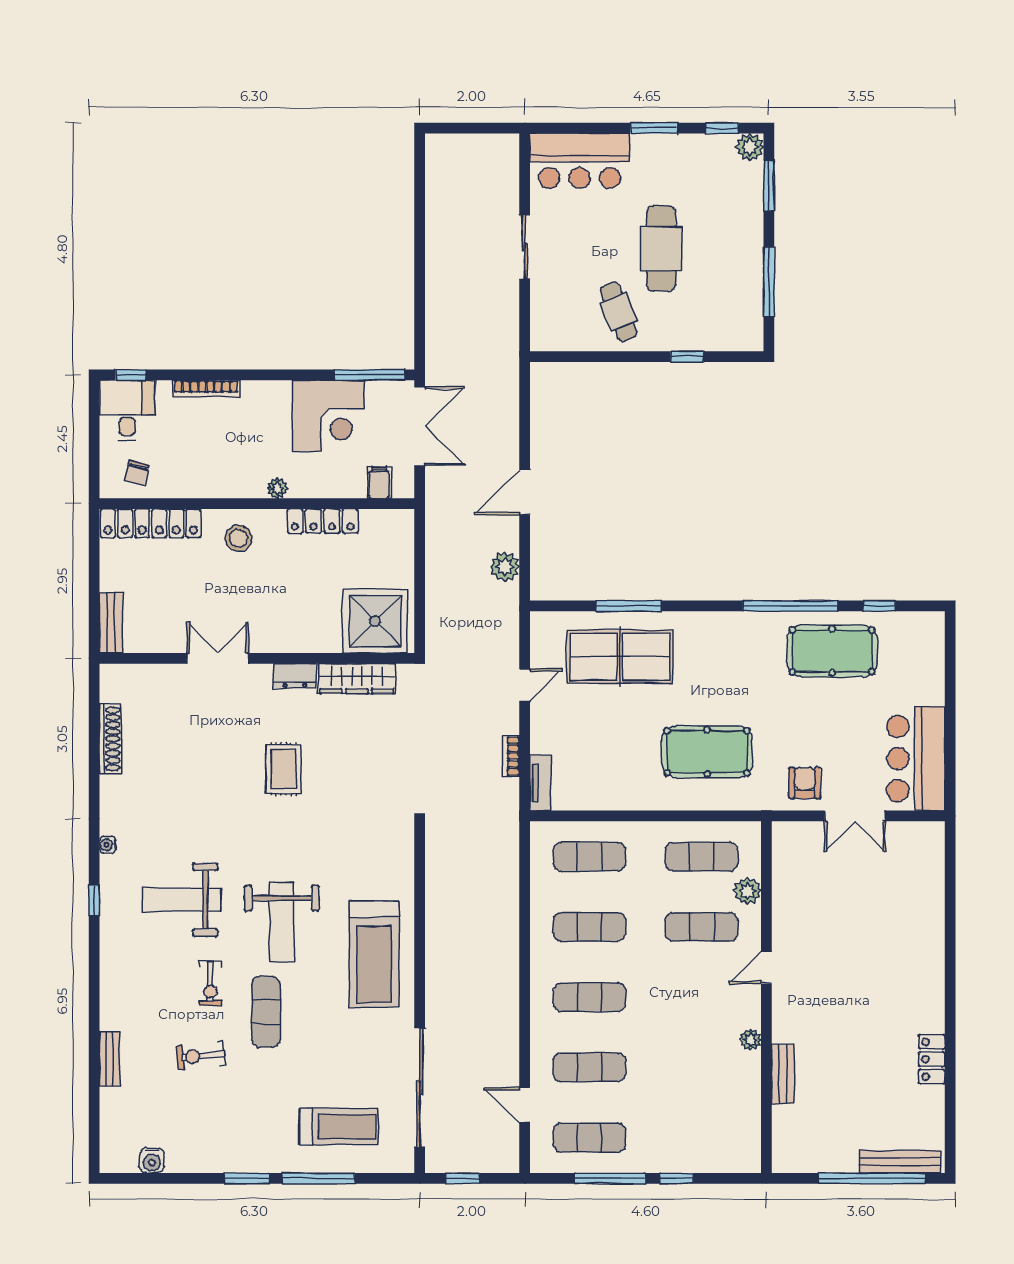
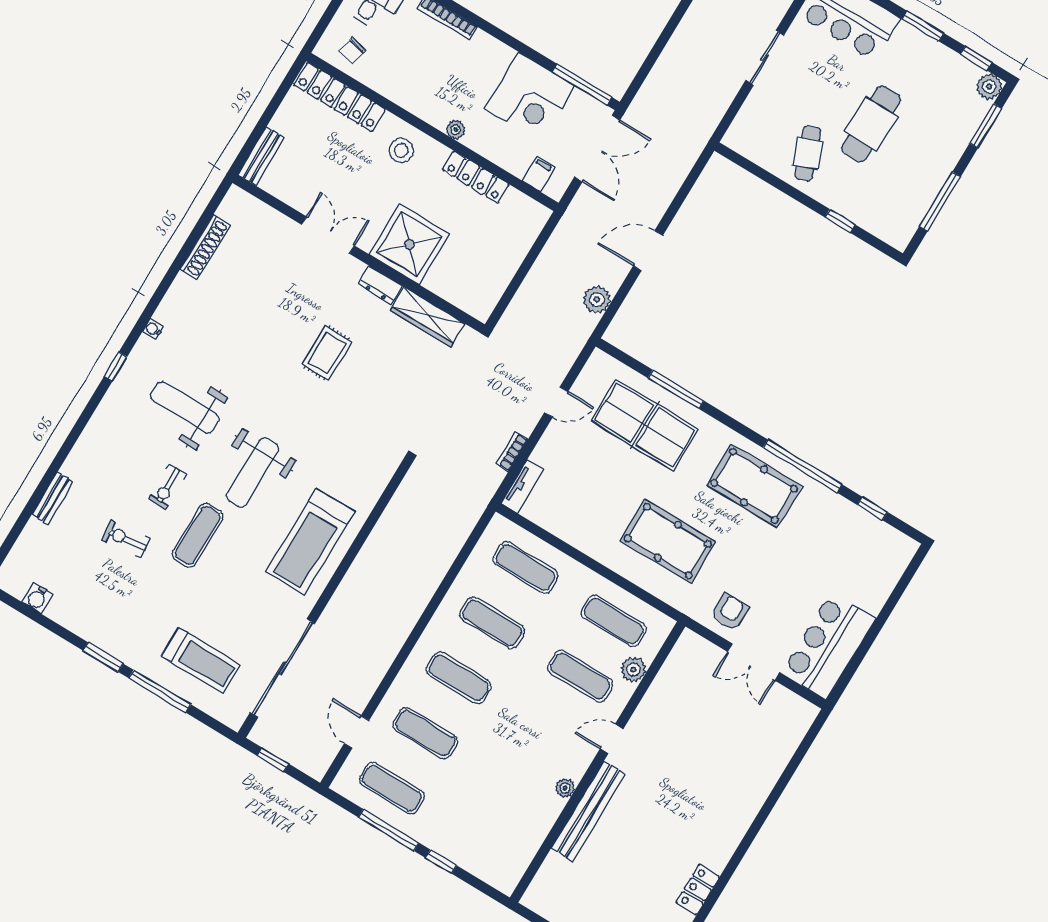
shower: (375, 621) -> (409, 244), moved
pool table: (832, 651) -> (754, 486), moved
bench: (783, 1074) -> (588, 811), width x1.86, depth x1.21

